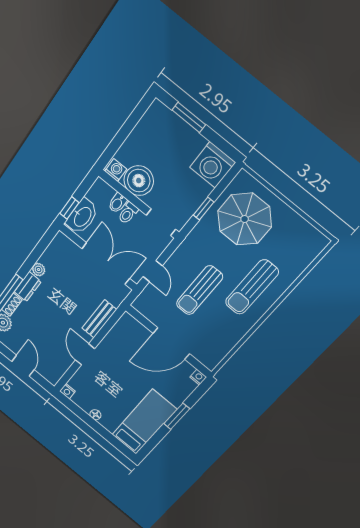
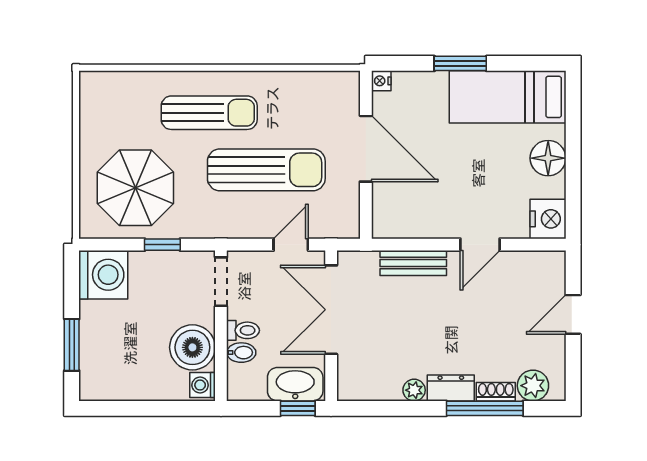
sun lounger: (199, 290) -> (266, 170), width x1.36, depth x1.34
nightstand: (67, 391) -> (548, 219), width x1.89, depth x1.79
floor lamp: (95, 415) -> (548, 158), width x1.89, depth x1.89

